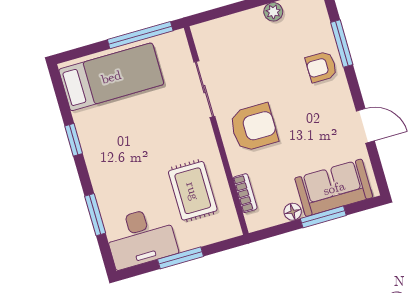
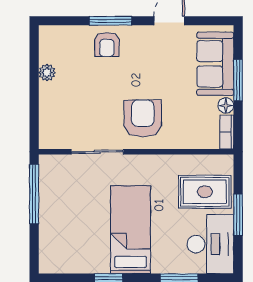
window: (342, 44) -> (111, 21), moved
bed: (111, 77) -> (131, 230), moved
rug: (193, 191) -> (205, 192), moved
bookcase: (245, 193) -> (227, 132), moved, turned -90

